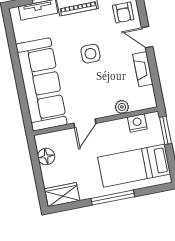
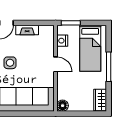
plant: (122, 107) -> (50, 49), removed
door: (85, 123) -> (56, 64), moved
floor lamp: (46, 156) -> (63, 106), moved

